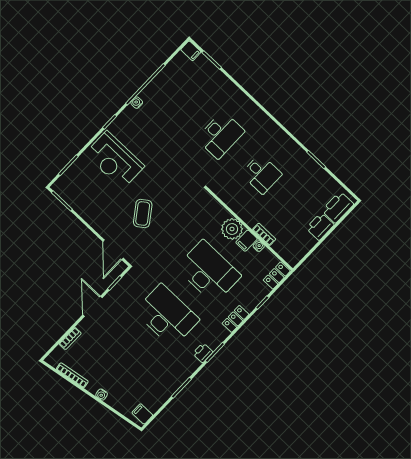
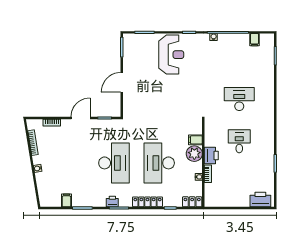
filing cabinet: (191, 51) -> (254, 40), moved
desk: (221, 135) -> (239, 99), turned 180
reception desk: (115, 160) -> (171, 55), turned 180
desk: (262, 174) -> (239, 141), turned 180
coffee table: (143, 214) -> (157, 97), removed
printer: (320, 226) -> (211, 156), moved, turned 90
filing cabinet: (247, 241) -> (195, 140), moved
door: (113, 250) -> (122, 82), moved
desk: (209, 272) -> (159, 163), turned 180
locker: (236, 319) -> (147, 202), width x1.53
filing cabinet: (142, 414) -> (66, 200), moved

